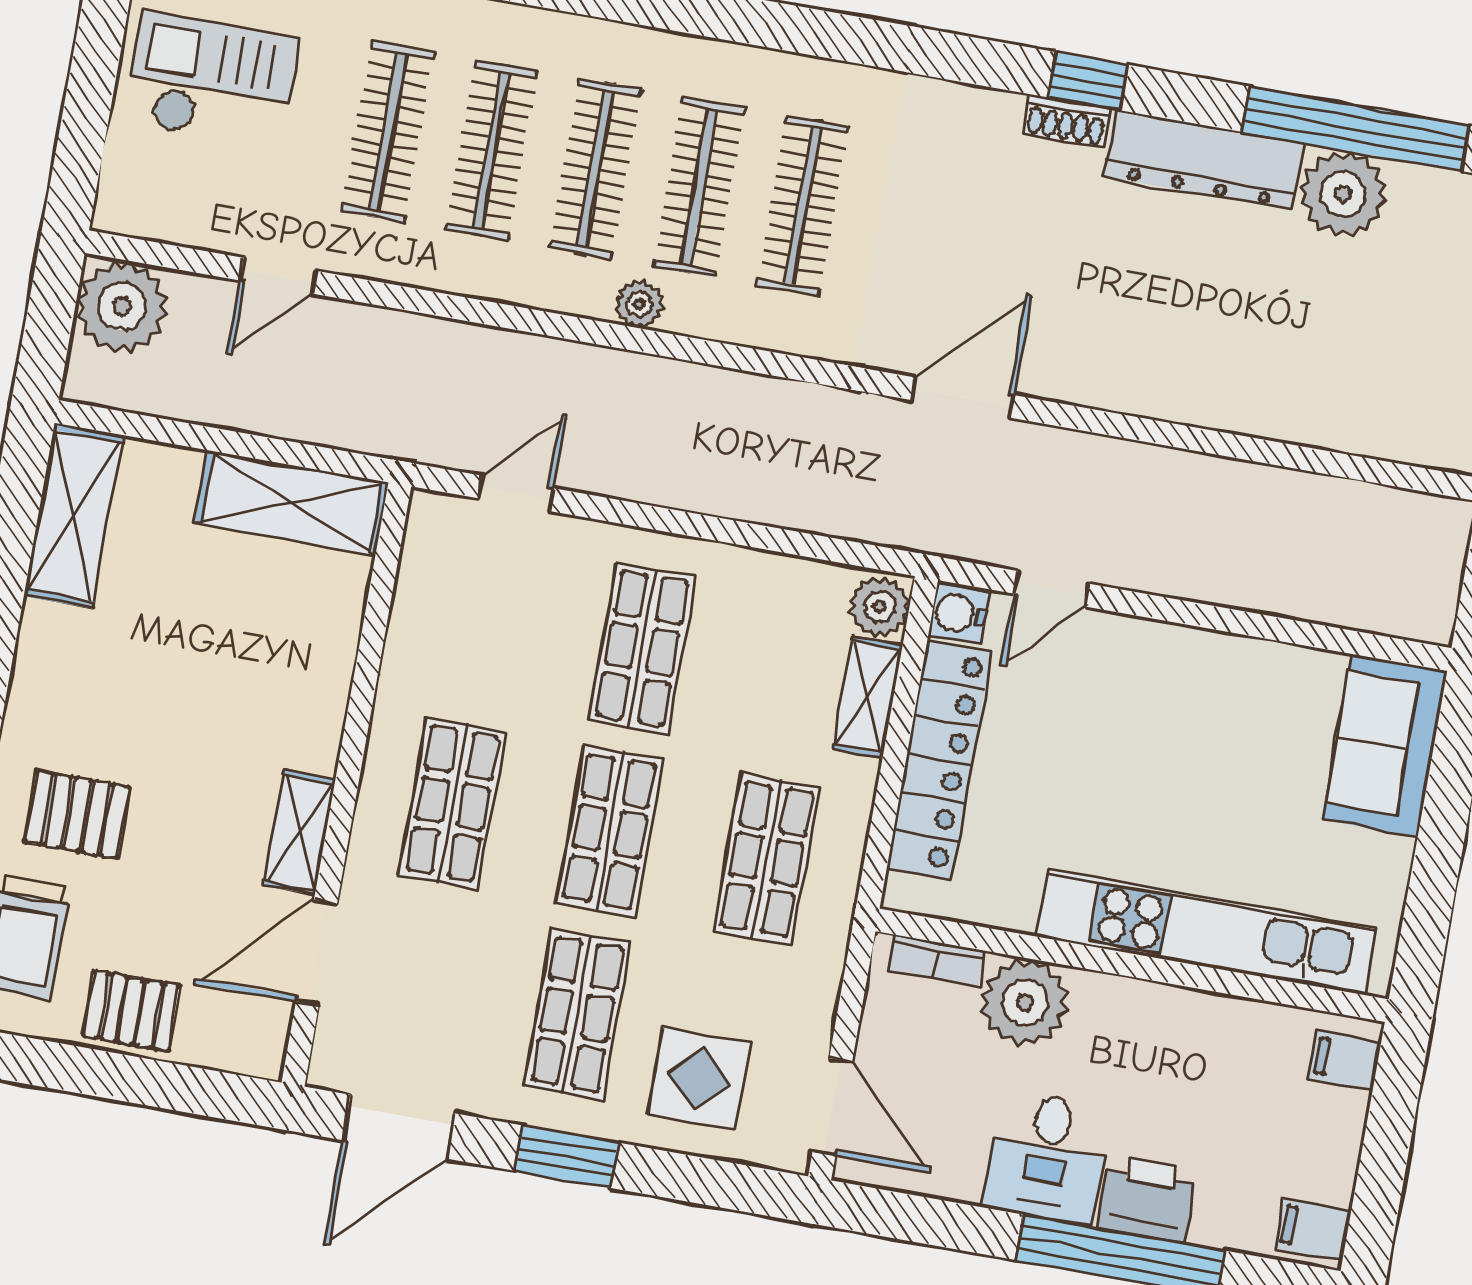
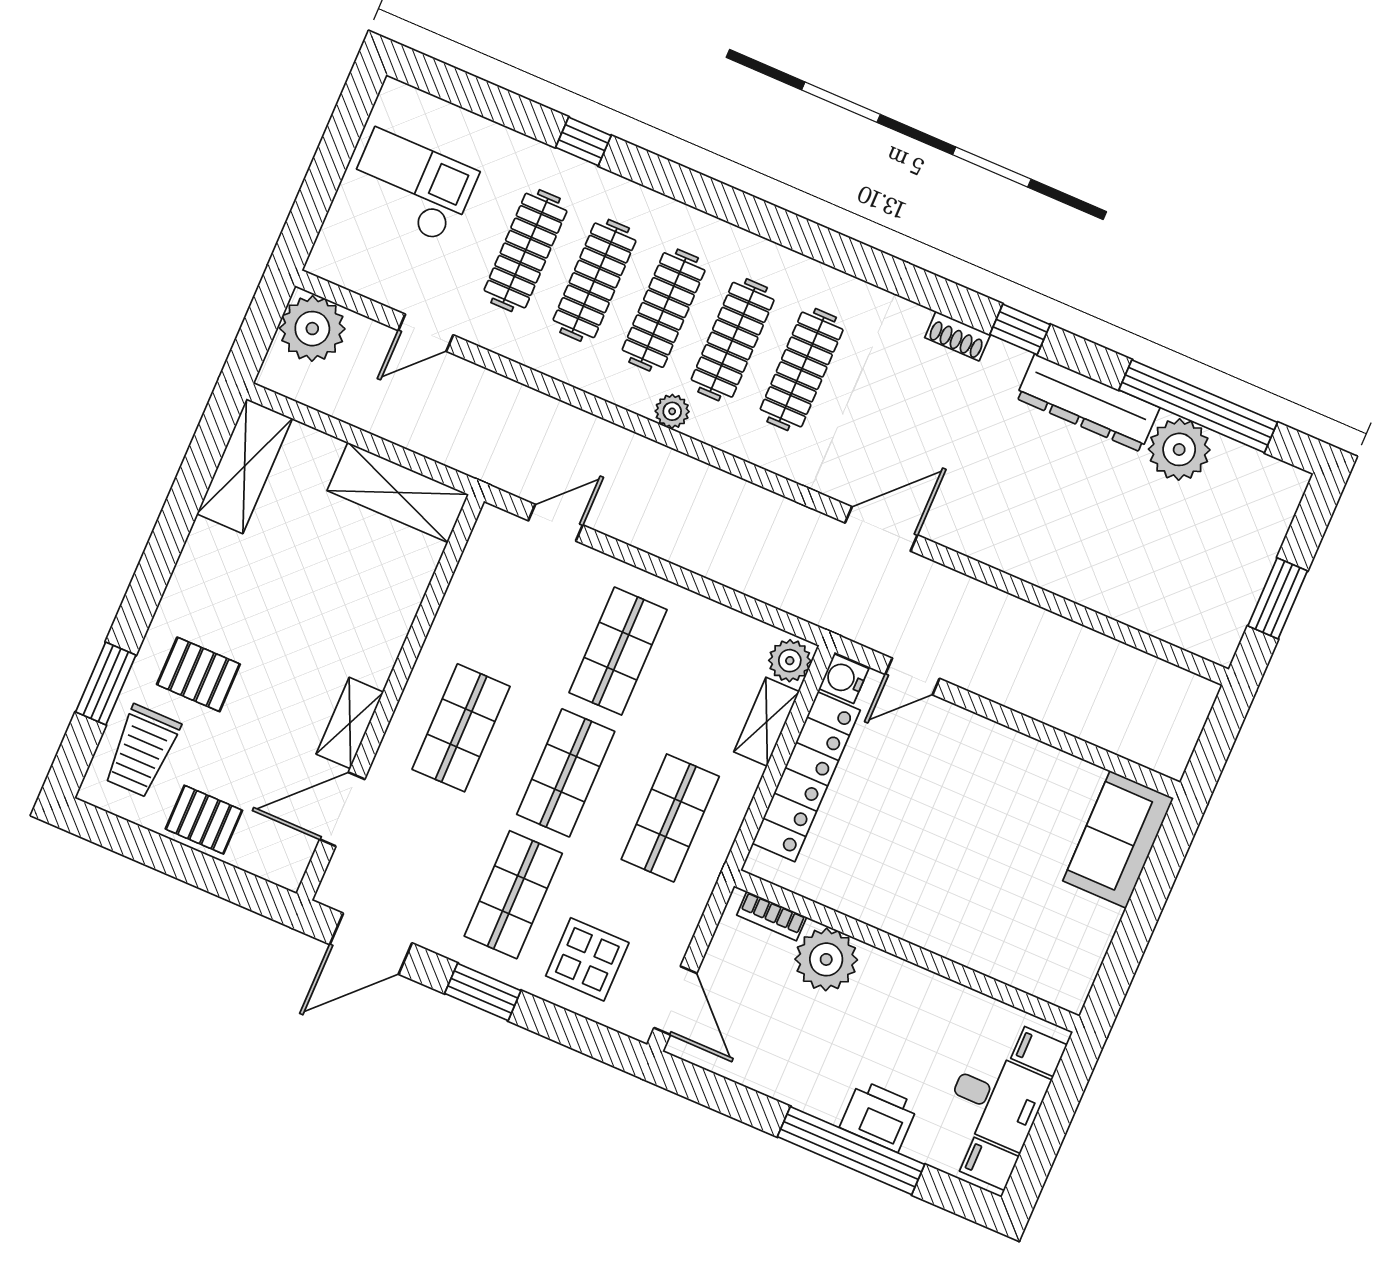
shoe rack: (1066, 121) -> (958, 336), moved
kitchen unit: (1206, 932) -> (963, 940), removed
desk: (1047, 1157) -> (997, 1100), moved, turned -90

